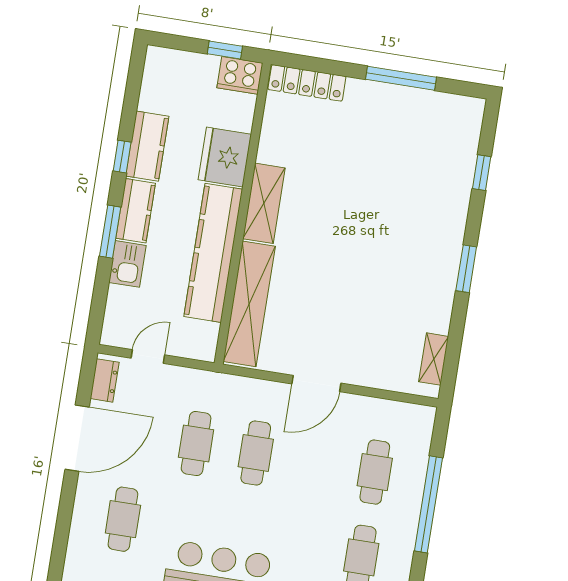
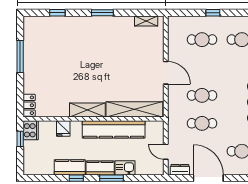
locker: (307, 83) -> (29, 105), width x0.66
fridge: (225, 157) -> (63, 129), width x0.53, depth x0.75
window: (428, 504) -> (213, 13), width x0.32

